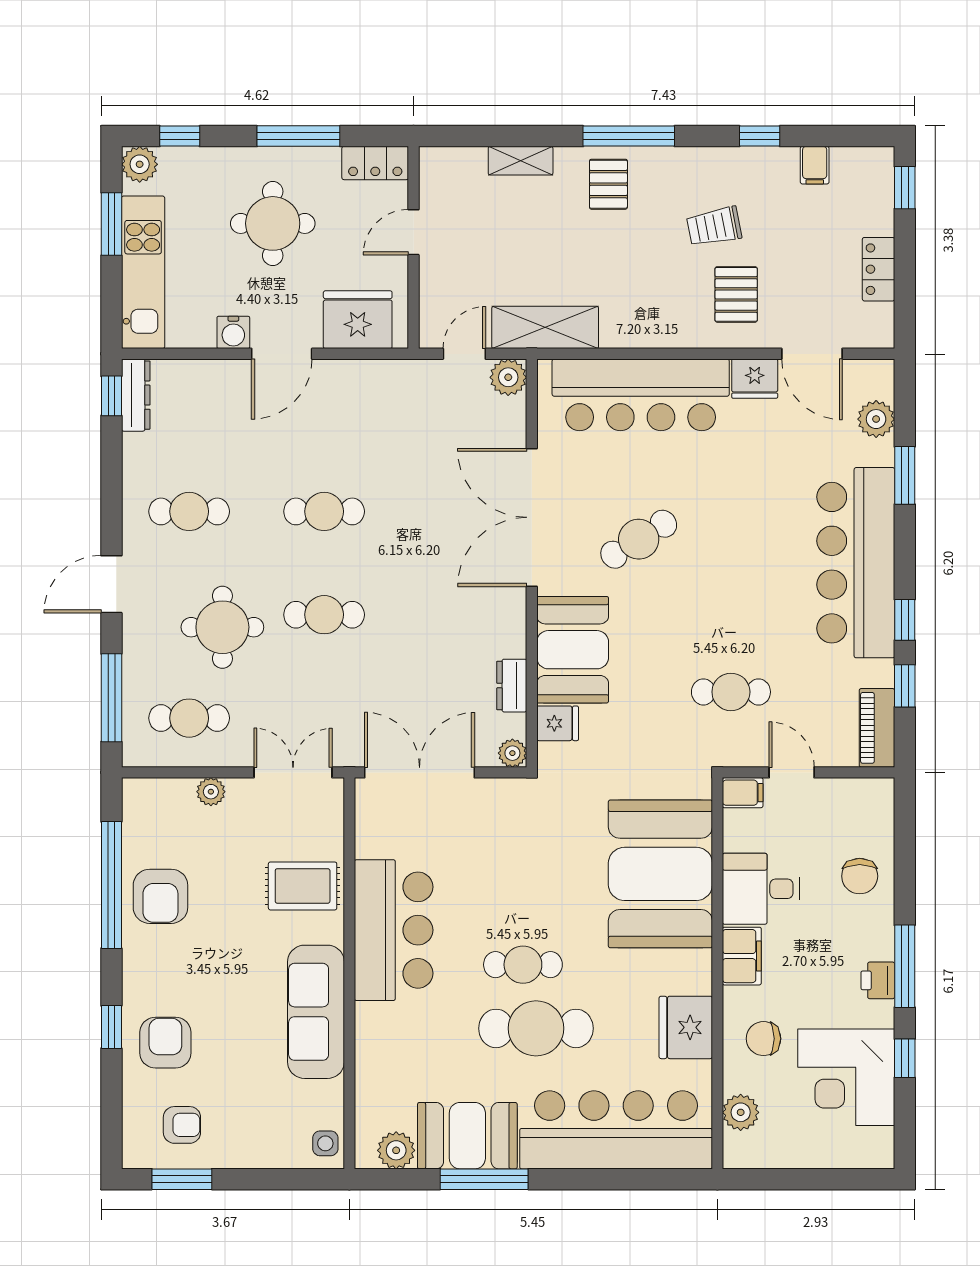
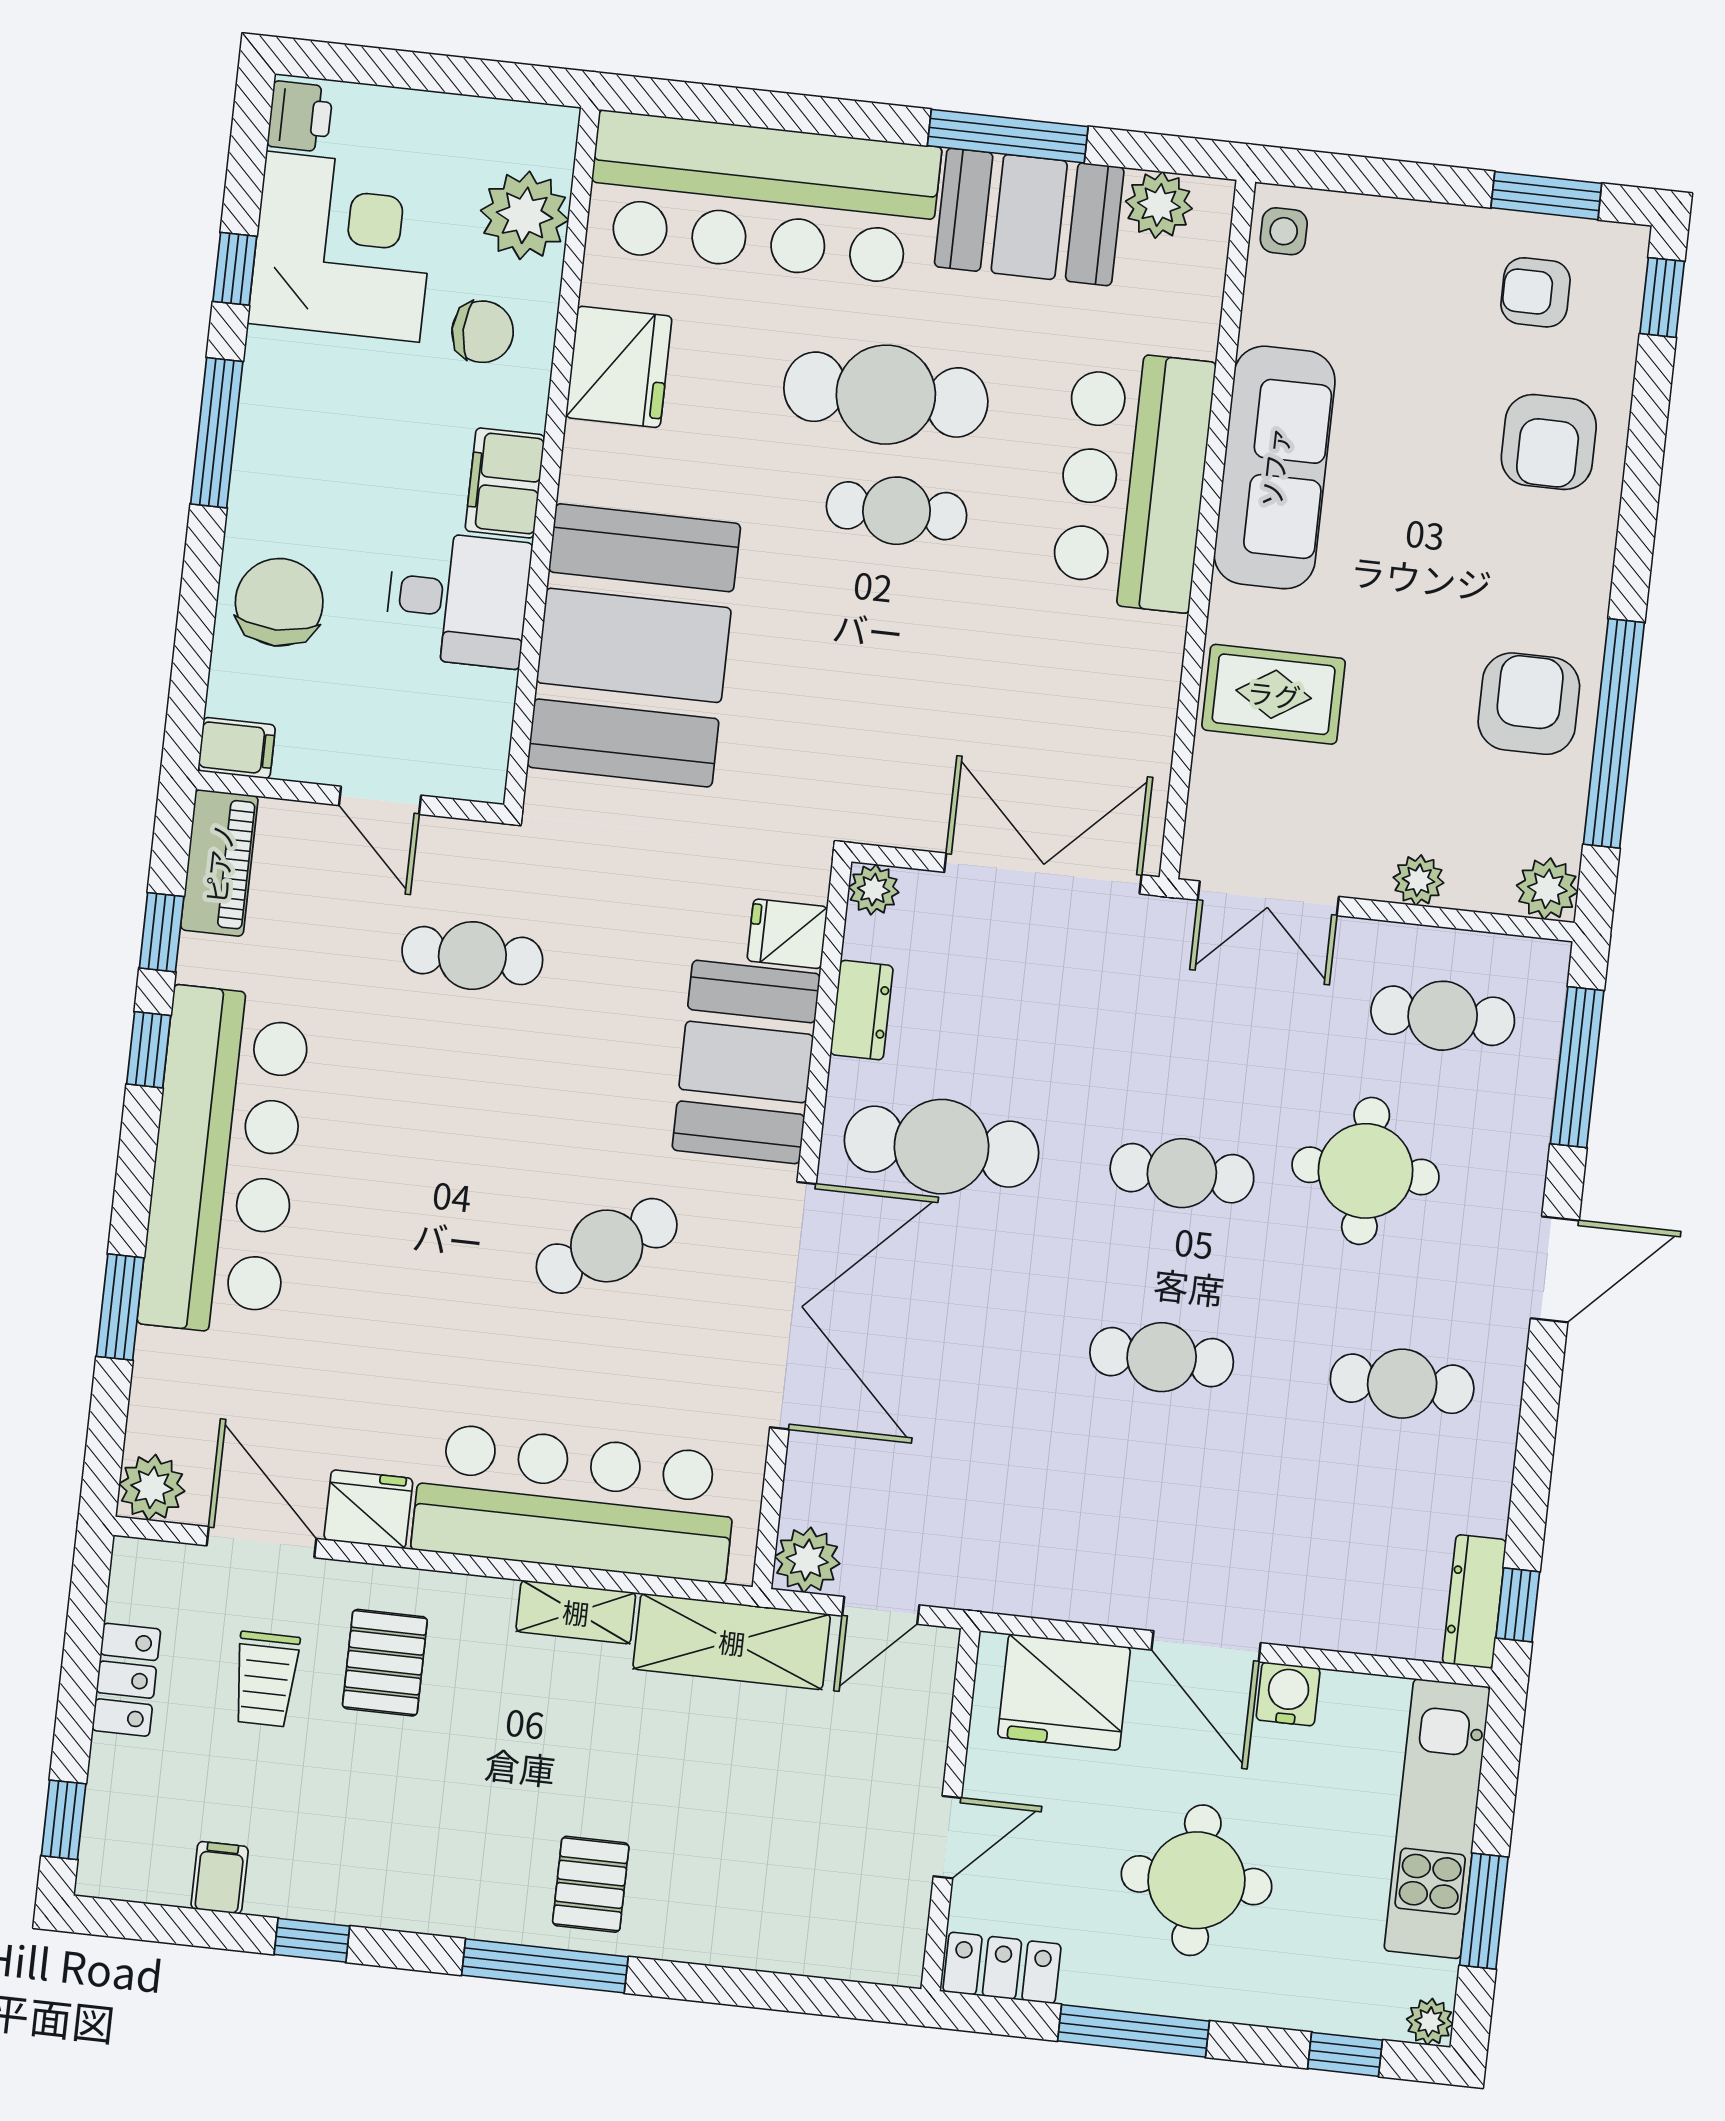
shelving: (521, 161) -> (576, 1612), moved
plant: (140, 164) -> (1430, 2022), width x0.73, depth x0.73
trolley: (714, 227) -> (266, 1679), moved, turned 101
door: (282, 354) -> (1206, 1646), swing flipped
plant: (876, 419) -> (152, 1487), moved
cafe table: (459, 615) -> (942, 1147), added
double door: (420, 772) -> (1043, 874), swing flipped
filing cabinet: (743, 793) -> (237, 748), moved, turned 180
plant: (139, 795) -> (1547, 889), added
chair: (860, 876) -> (279, 602), width x1.37, depth x1.37
bar counter: (394, 930) -> (1133, 480), moved
printer: (878, 980) -> (300, 117), moved
window: (111, 1027) -> (1662, 297), moved
plant: (741, 1112) -> (525, 215), width x1.36, depth x1.36

